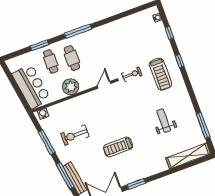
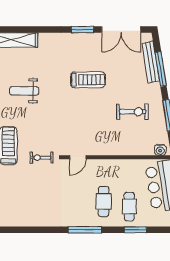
plant: (71, 87) -> (117, 169), removed
weight bench: (164, 121) -> (24, 91), turned 90

